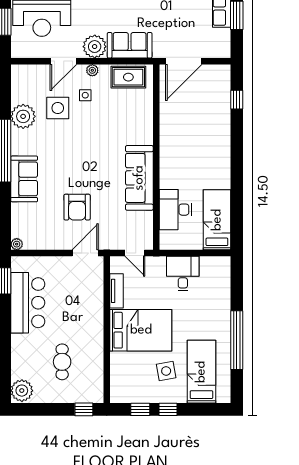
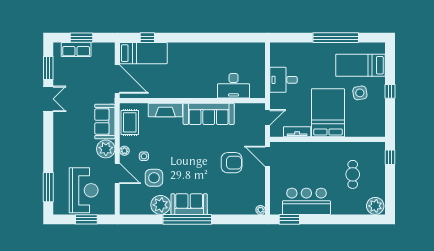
fireplace: (144, 123) -> (165, 110), added
sofa: (24, 179) -> (189, 204), moved
bed: (217, 220) -> (143, 53), moved, turned 180
cafe table: (62, 362) -> (353, 174), turned 90
window: (140, 409) -> (390, 113), removed

